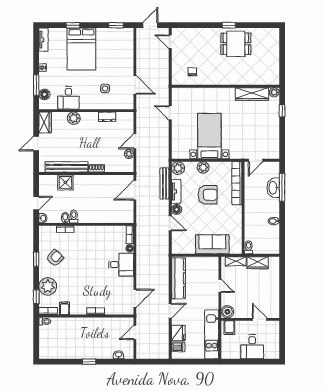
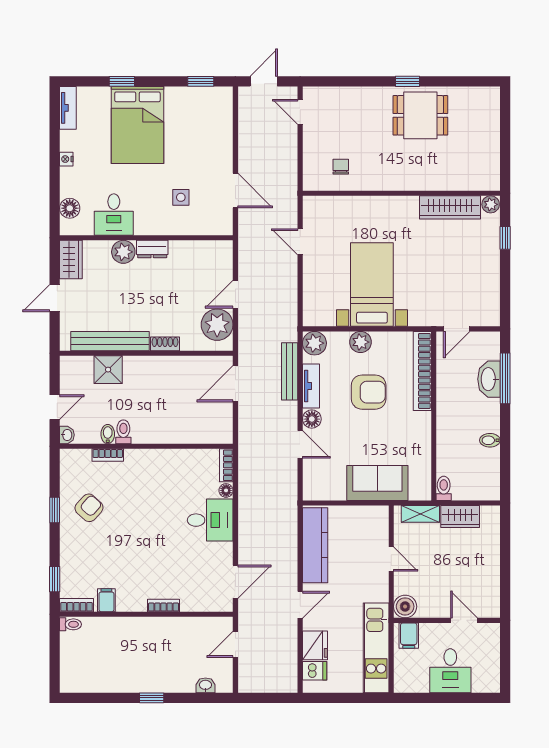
window: (36, 85) -> (55, 191), removed
dresser: (107, 117) -> (152, 249), moved
plant: (129, 154) -> (217, 325), width x1.87, depth x1.87
plant: (48, 286) -> (76, 560), removed

